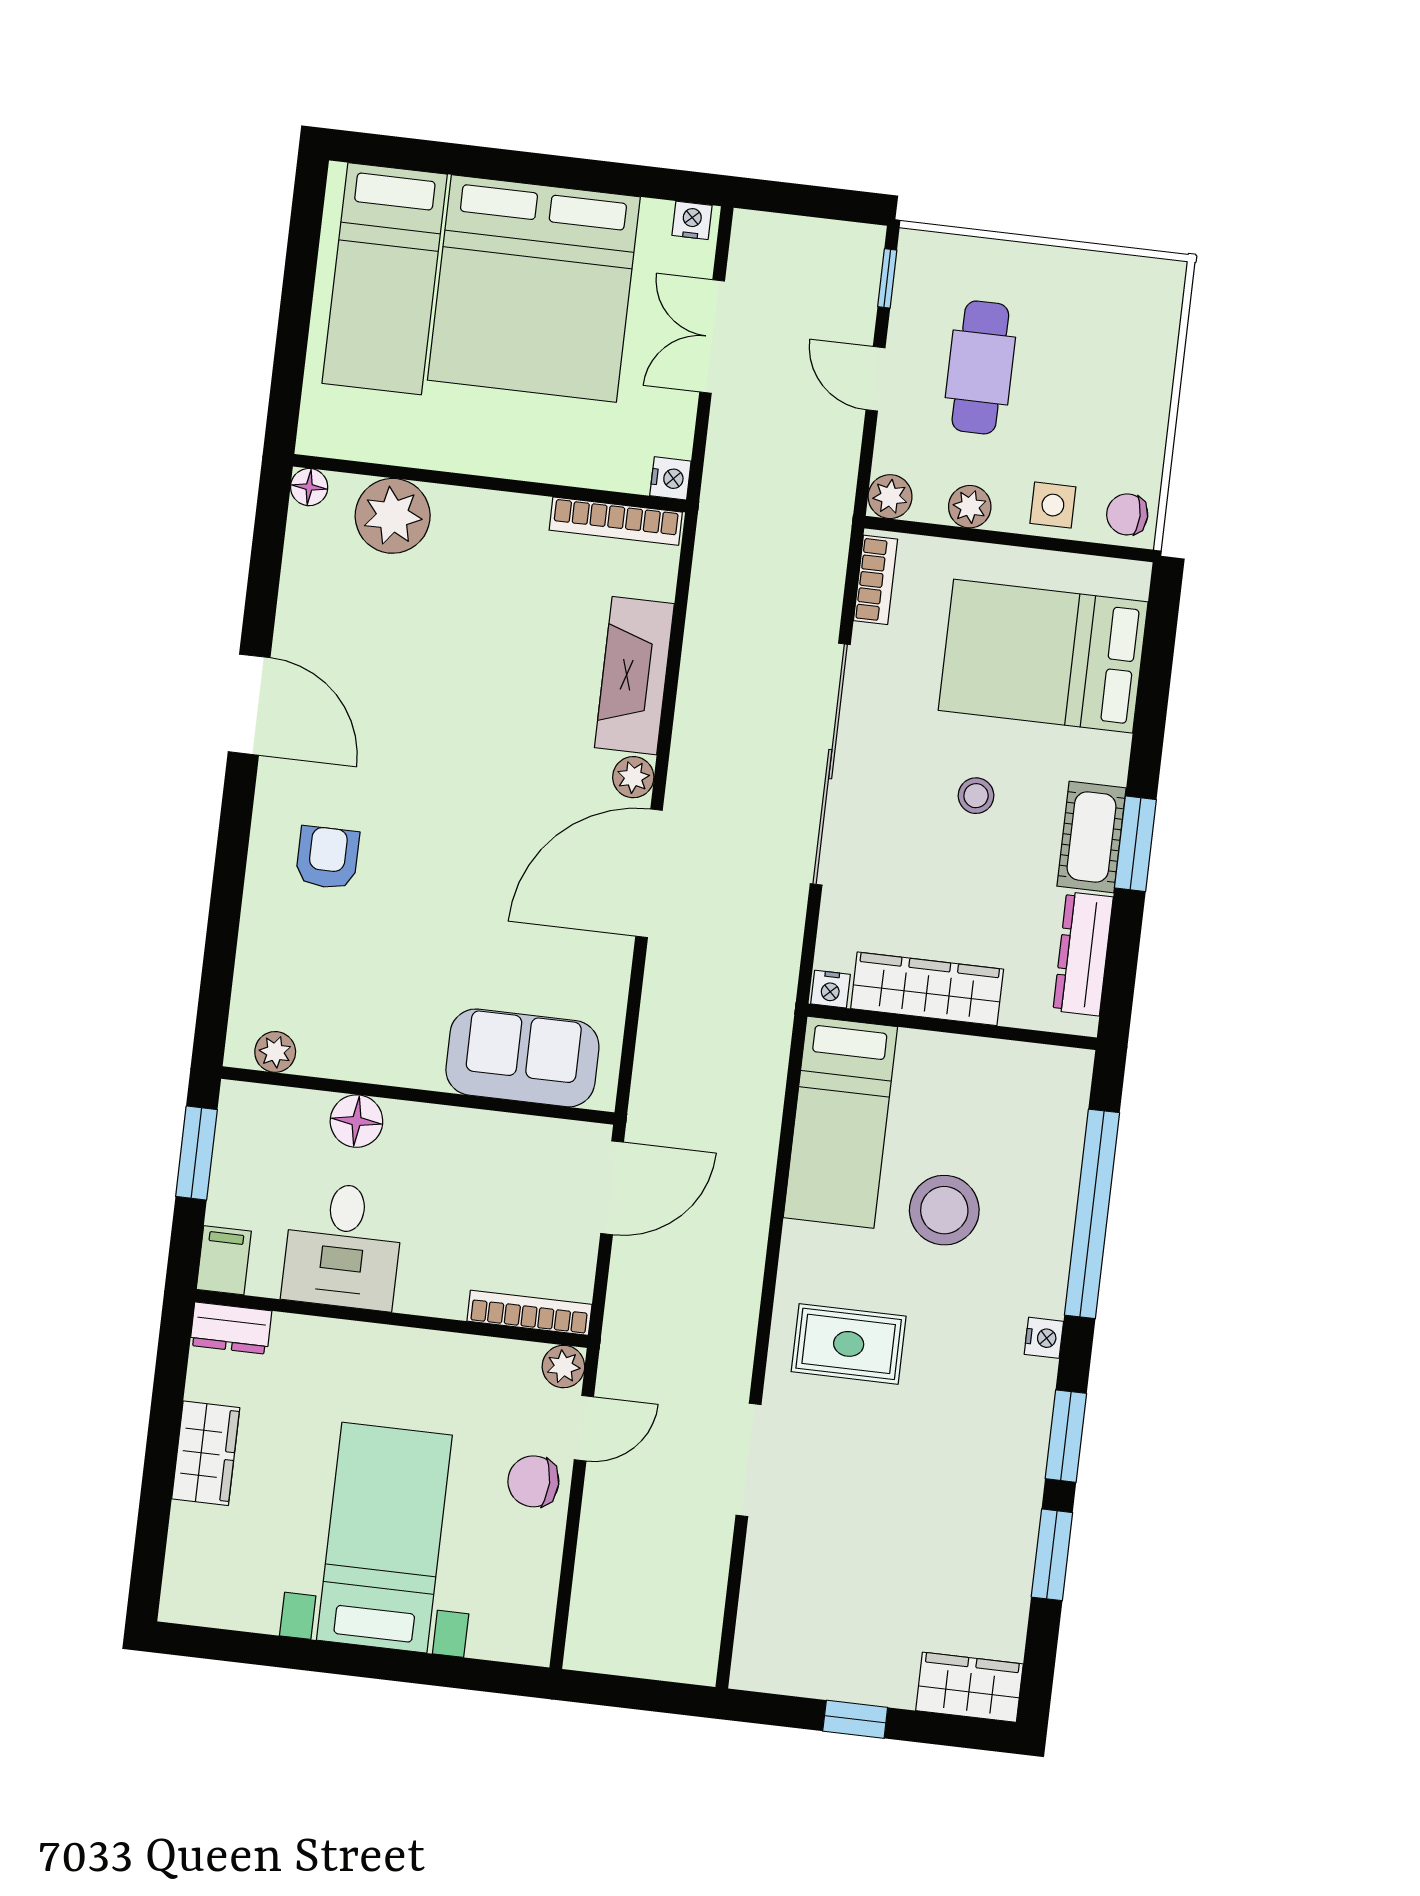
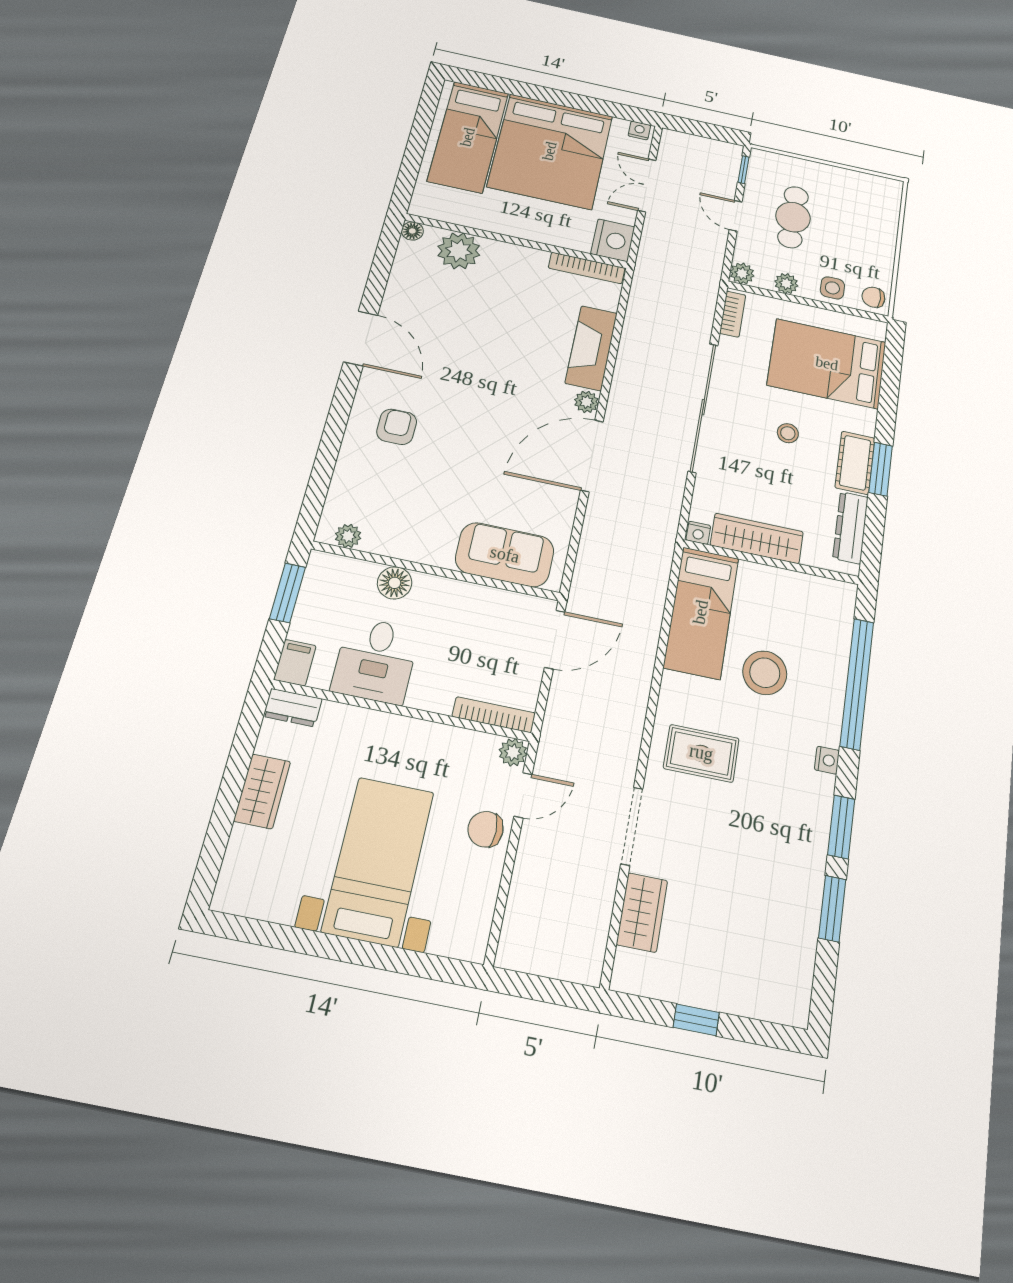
nightstand: (670, 478) -> (613, 240), width x1.89, depth x1.79
wardrobe: (969, 1687) -> (642, 912), moved, turned 90

